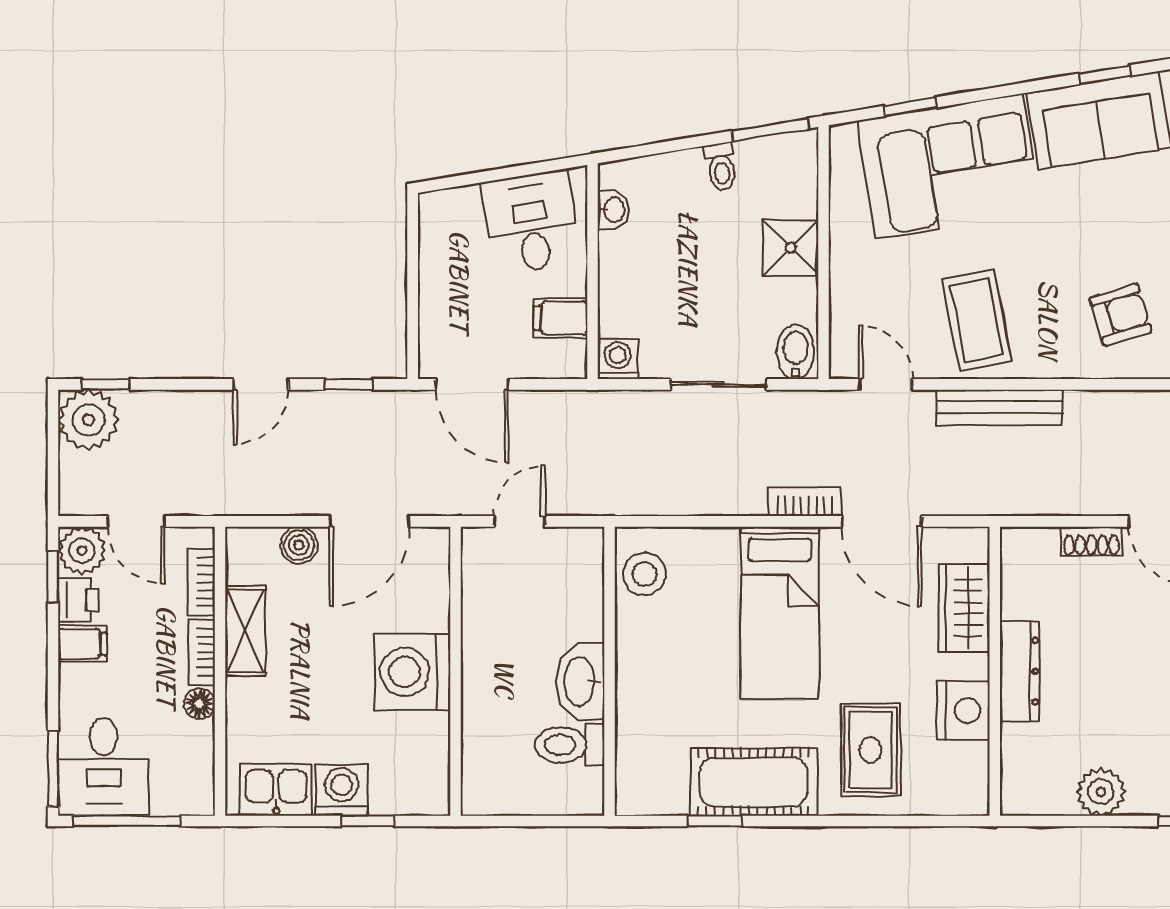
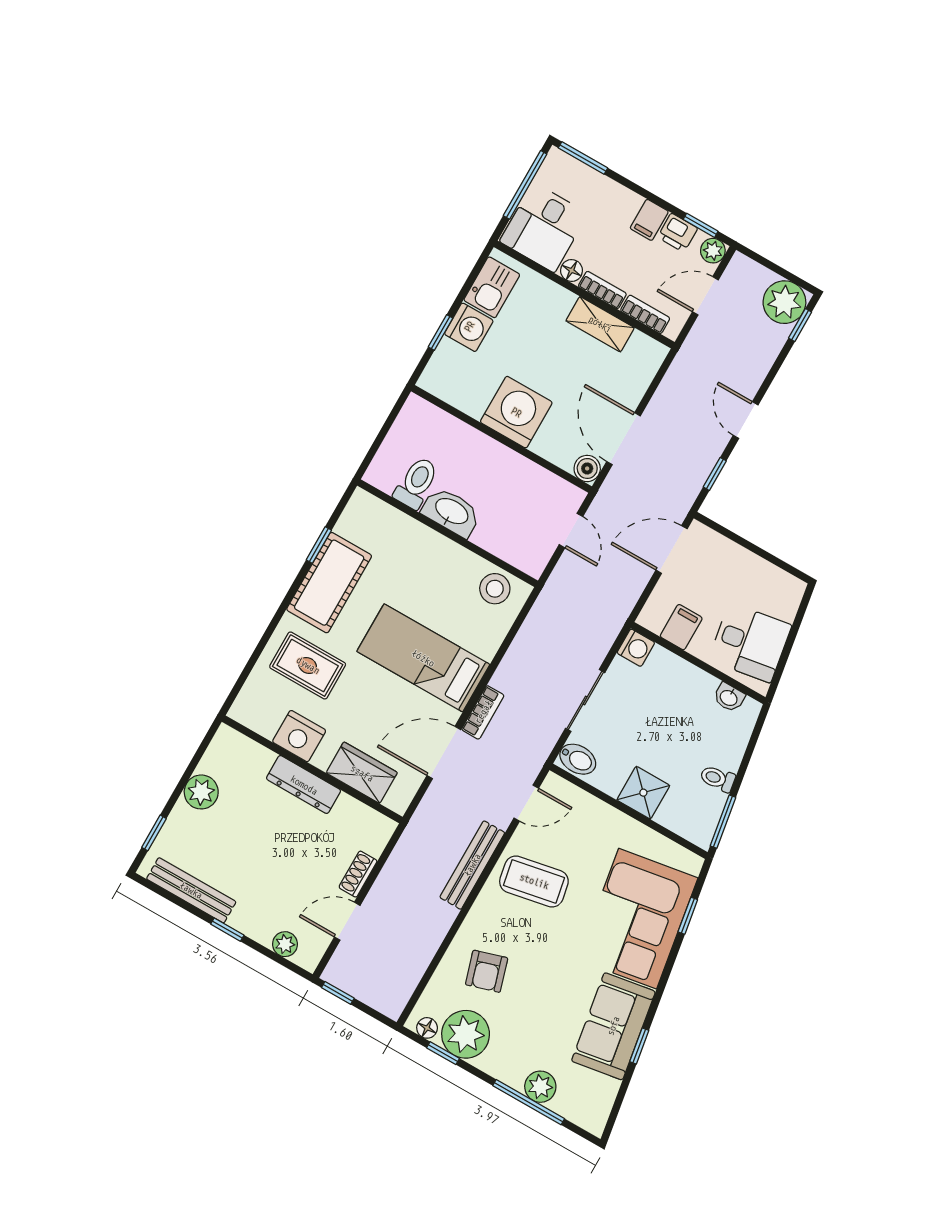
boiler: (299, 545) -> (587, 468), moved
plant: (82, 550) -> (713, 251), width x0.73, depth x0.73
desk: (104, 767) -> (544, 227), moved, turned -90

